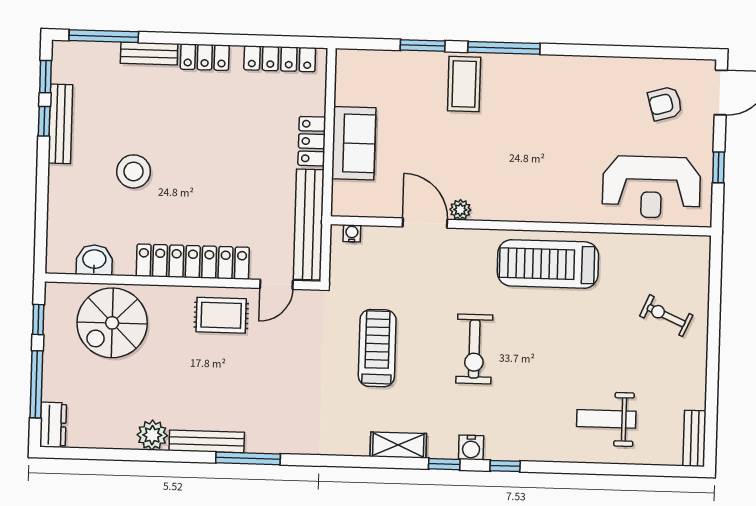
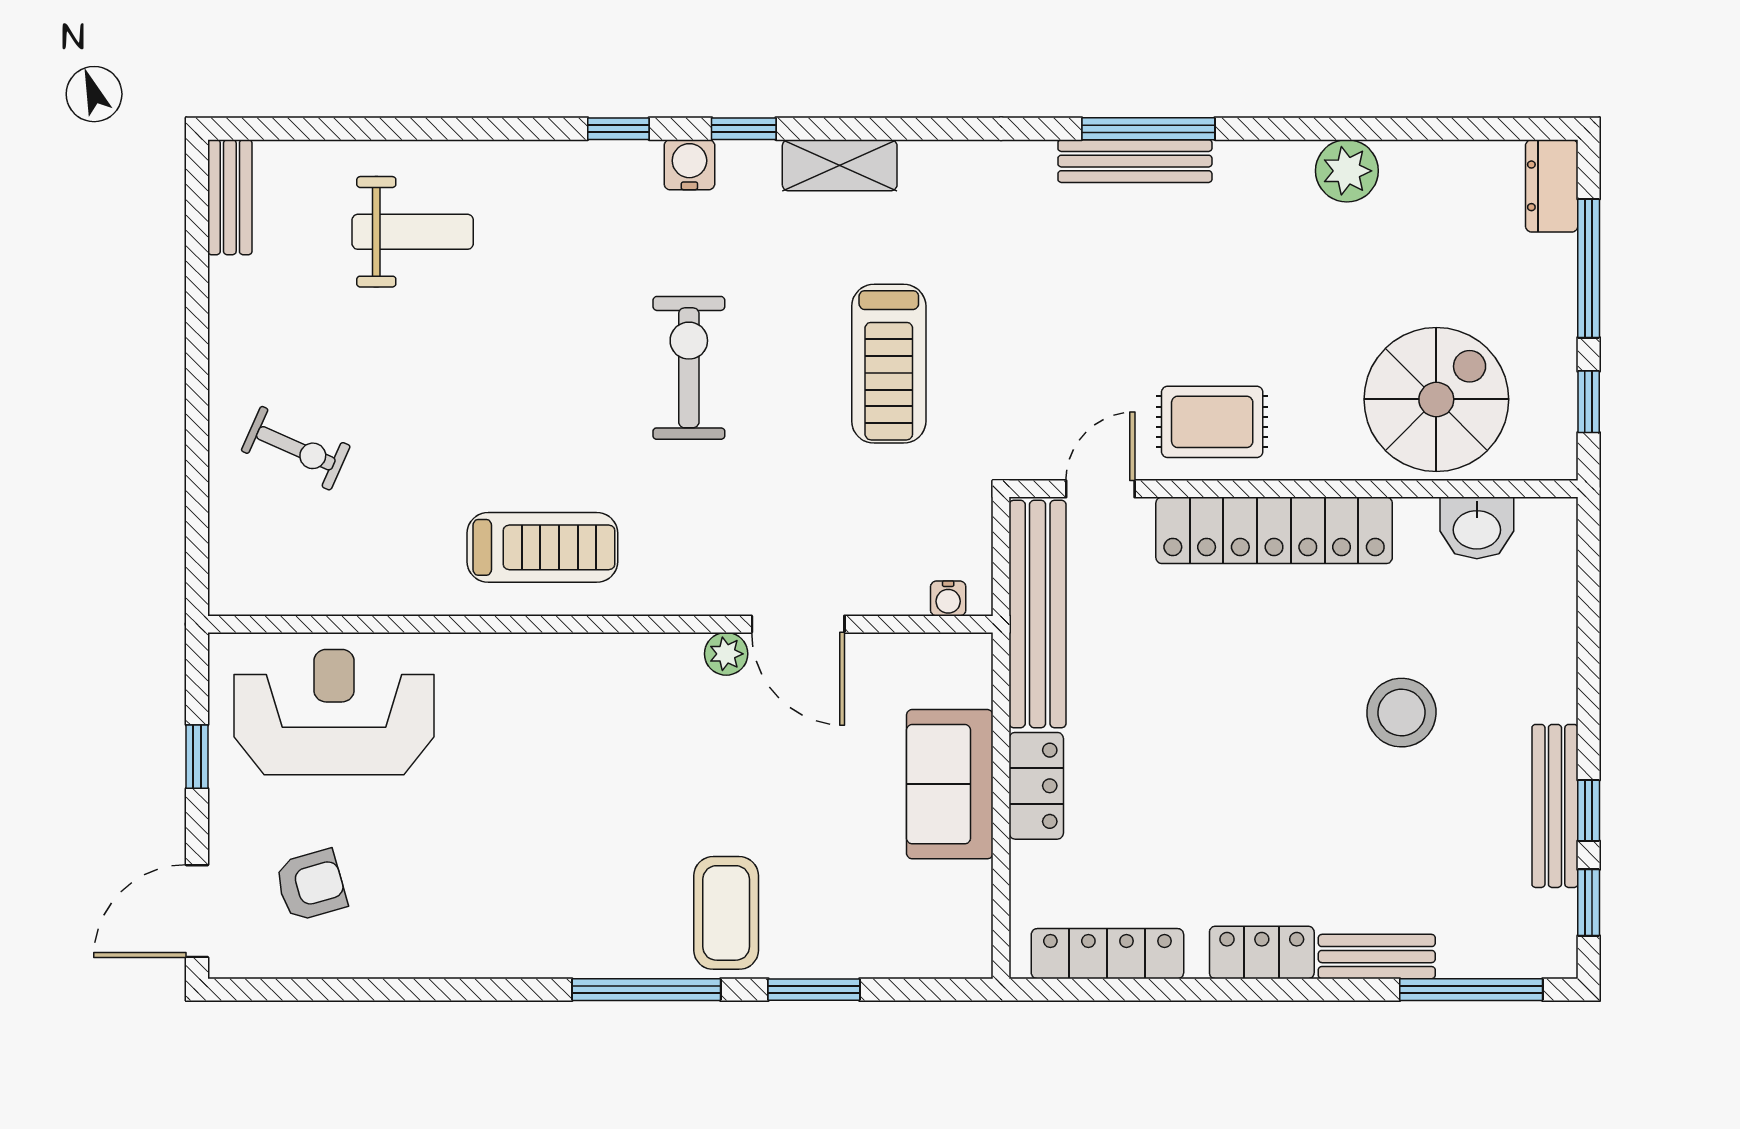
treadmill: (548, 264) -> (542, 547), width x0.73, depth x0.73
bench: (207, 441) -> (1135, 161), moved

